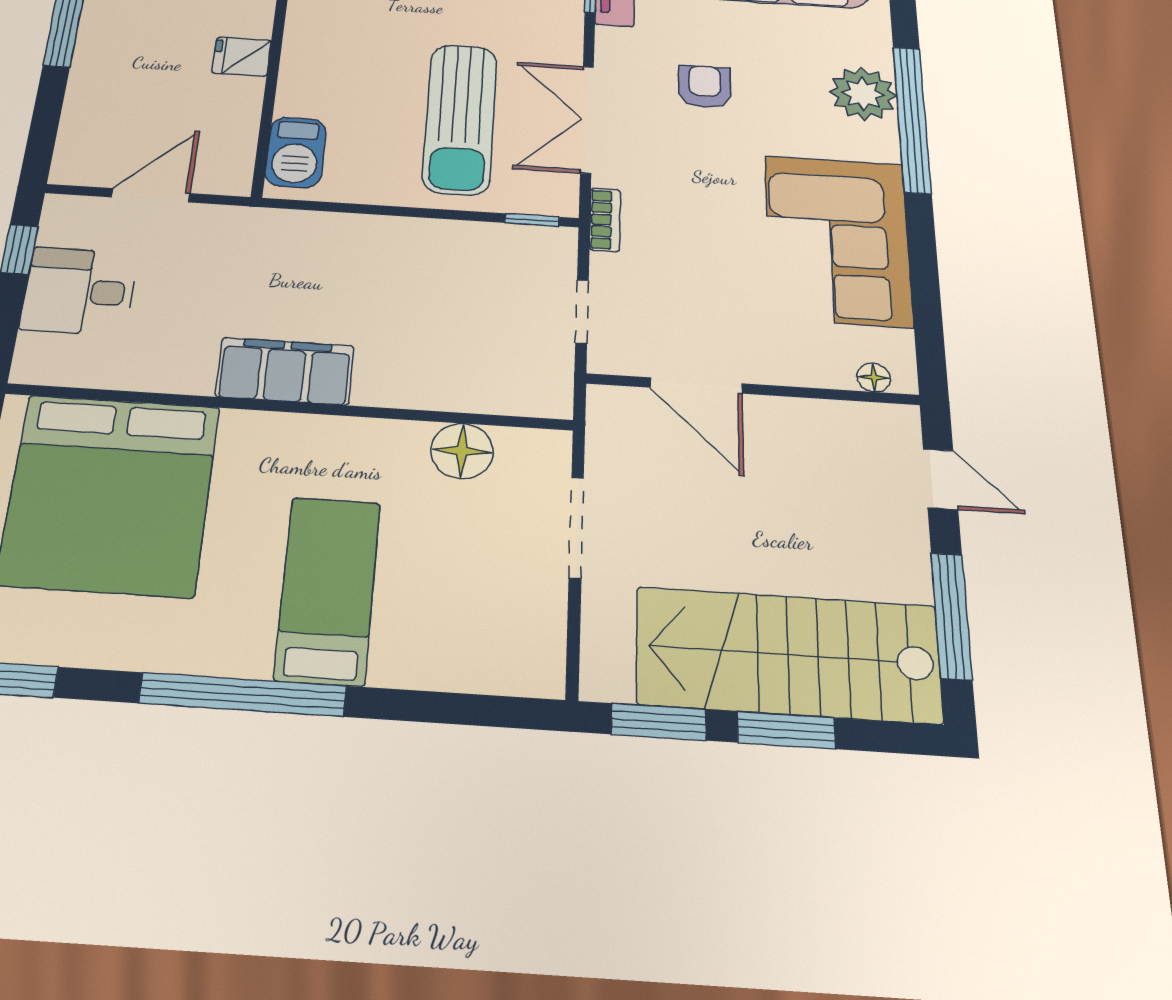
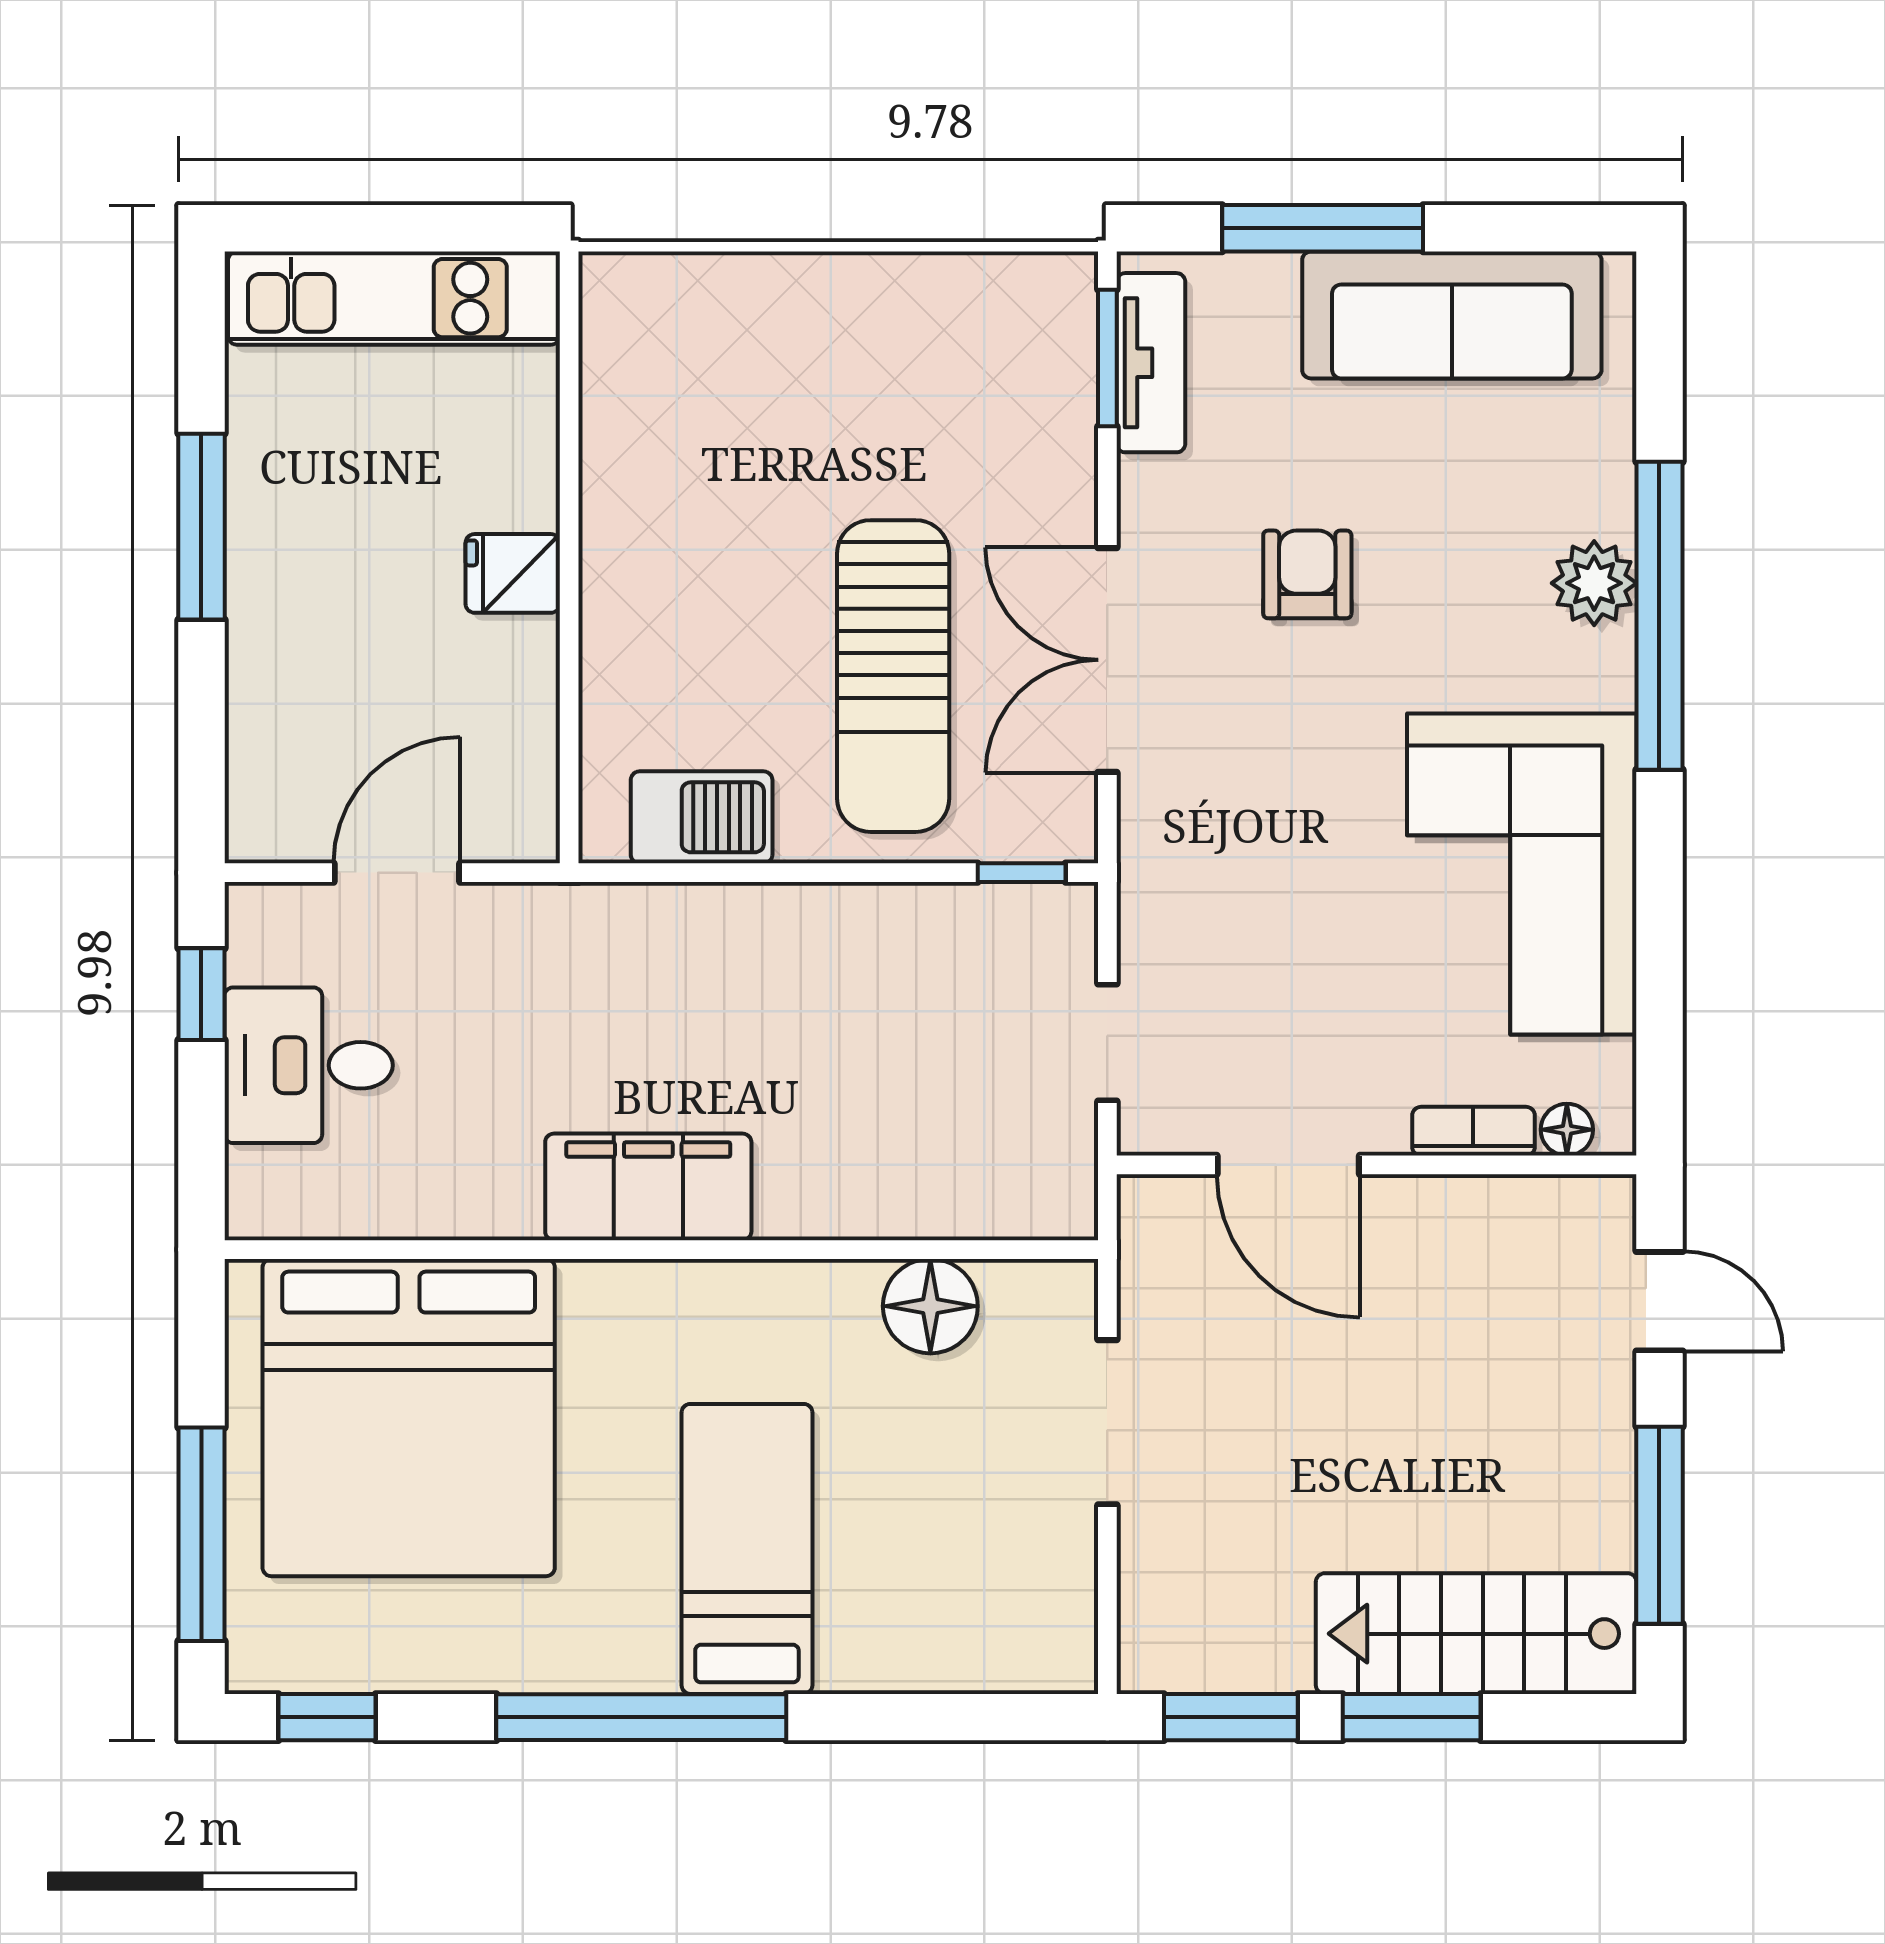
plant: (863, 94) -> (1594, 583), width x0.73, depth x0.73
barbecue: (296, 152) -> (702, 817), moved, turned -90
bookcase: (605, 220) -> (1473, 1131), moved, turned -90
stairs: (788, 655) -> (1476, 1634), width x0.73, depth x0.66

